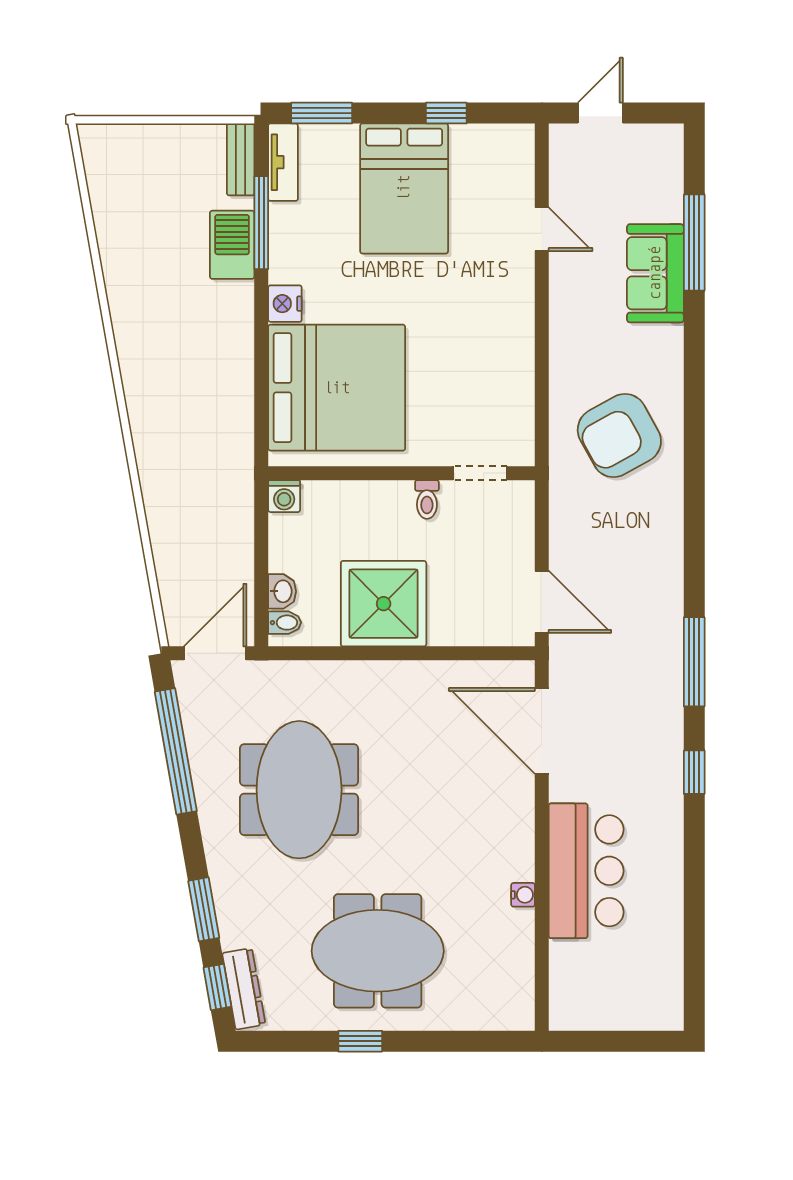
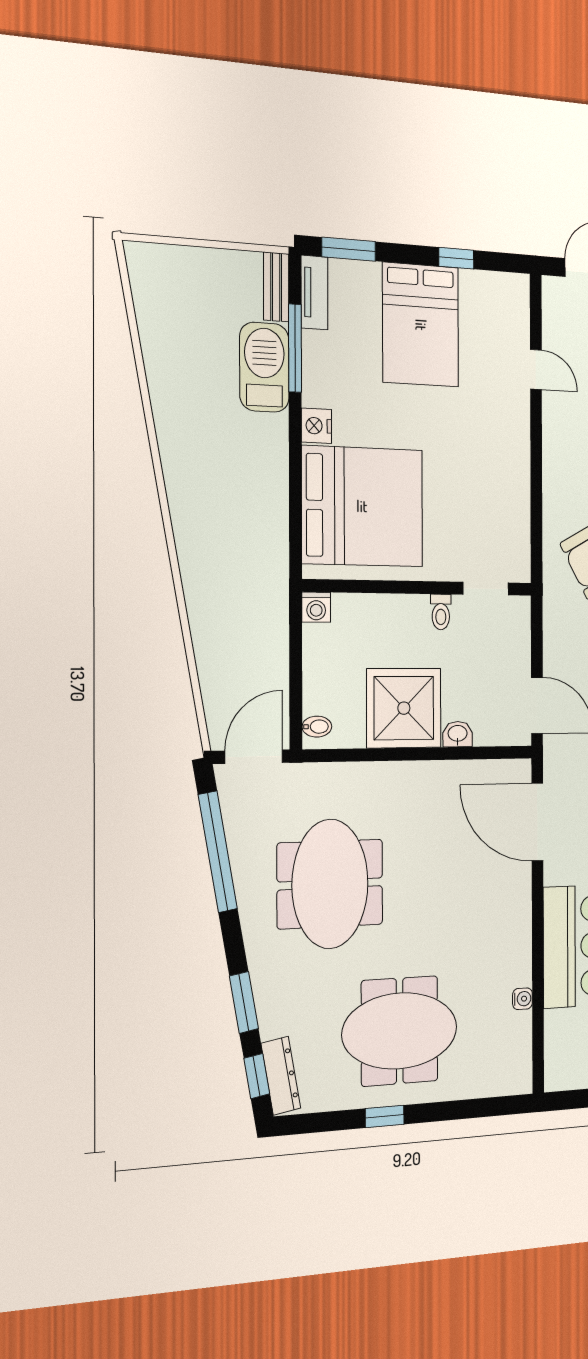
barbecue: (232, 245) -> (264, 367), width x1.37, depth x1.21
washbasin: (282, 591) -> (458, 734), moved, turned -90
water cooler: (523, 895) -> (522, 999), moved

